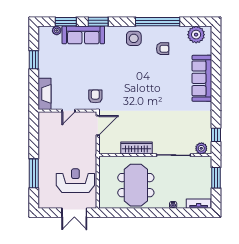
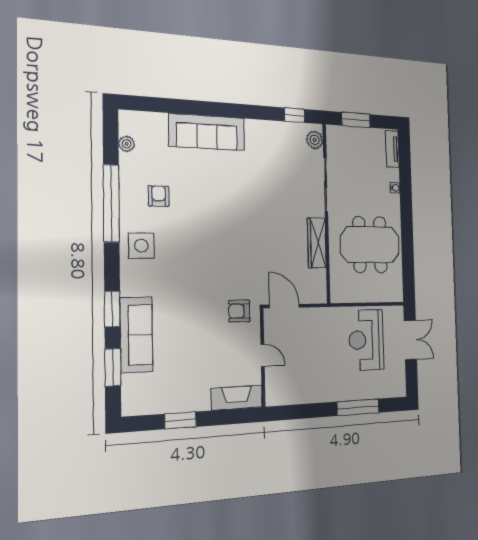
plant: (57, 31) -> (129, 383), removed
plant: (196, 35) -> (127, 144), width x0.53, depth x0.53

